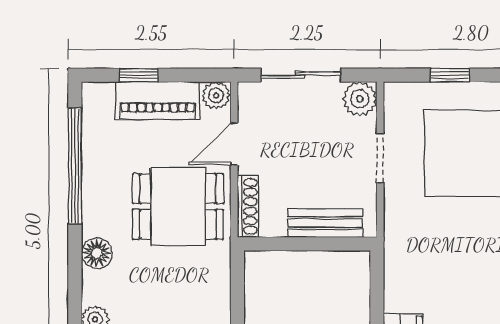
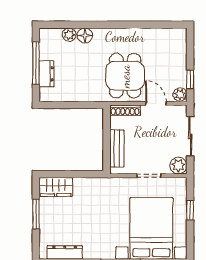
window: (139, 75) -> (190, 79), moved
piano: (158, 100) -> (178, 66), removed
window: (75, 166) -> (145, 25), removed
floor lamp: (97, 253) -> (85, 35), moved

